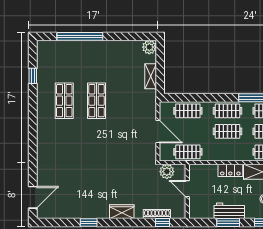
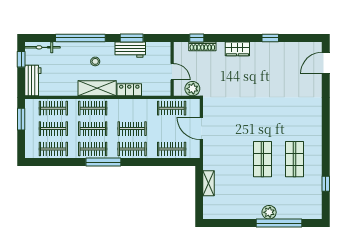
plant: (149, 47) -> (269, 212), moved

